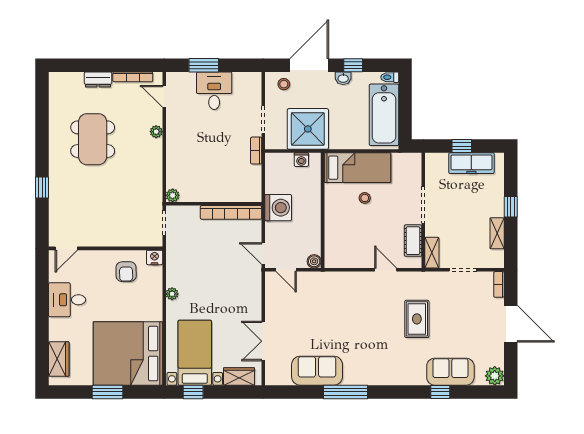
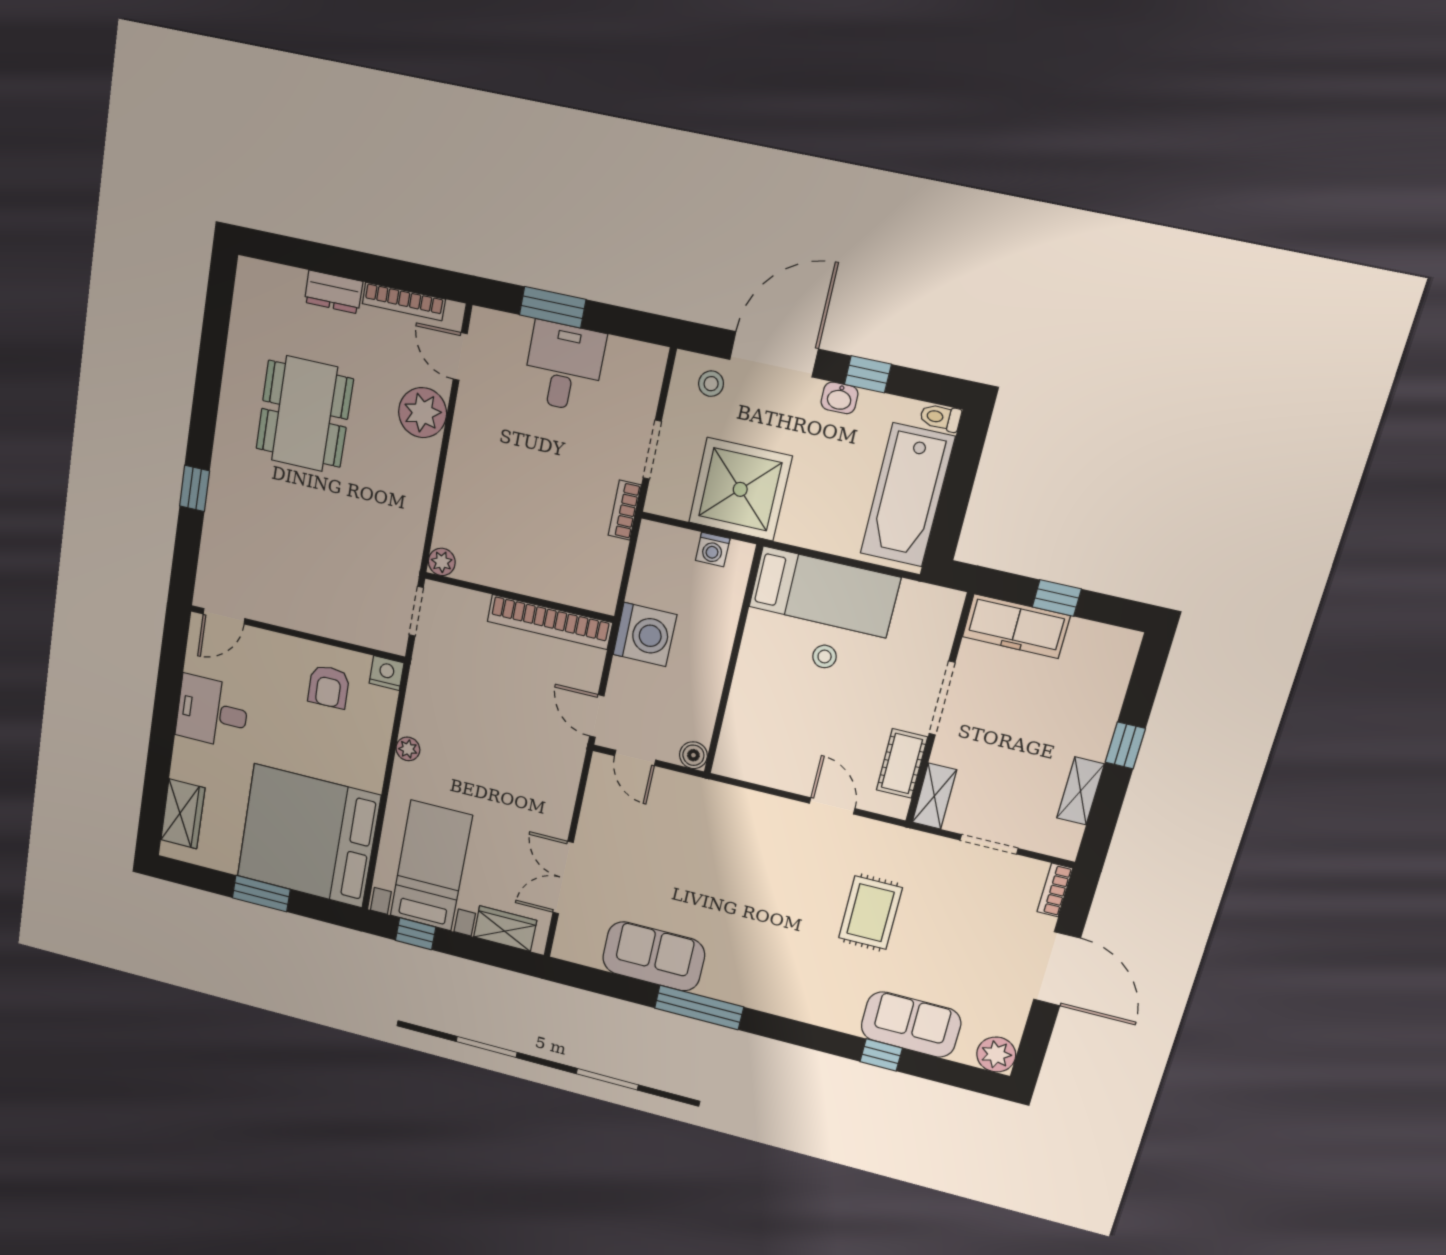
plant: (156, 132) -> (423, 413), width x1.88, depth x1.88
freezer: (471, 163) -> (1016, 626), moved

